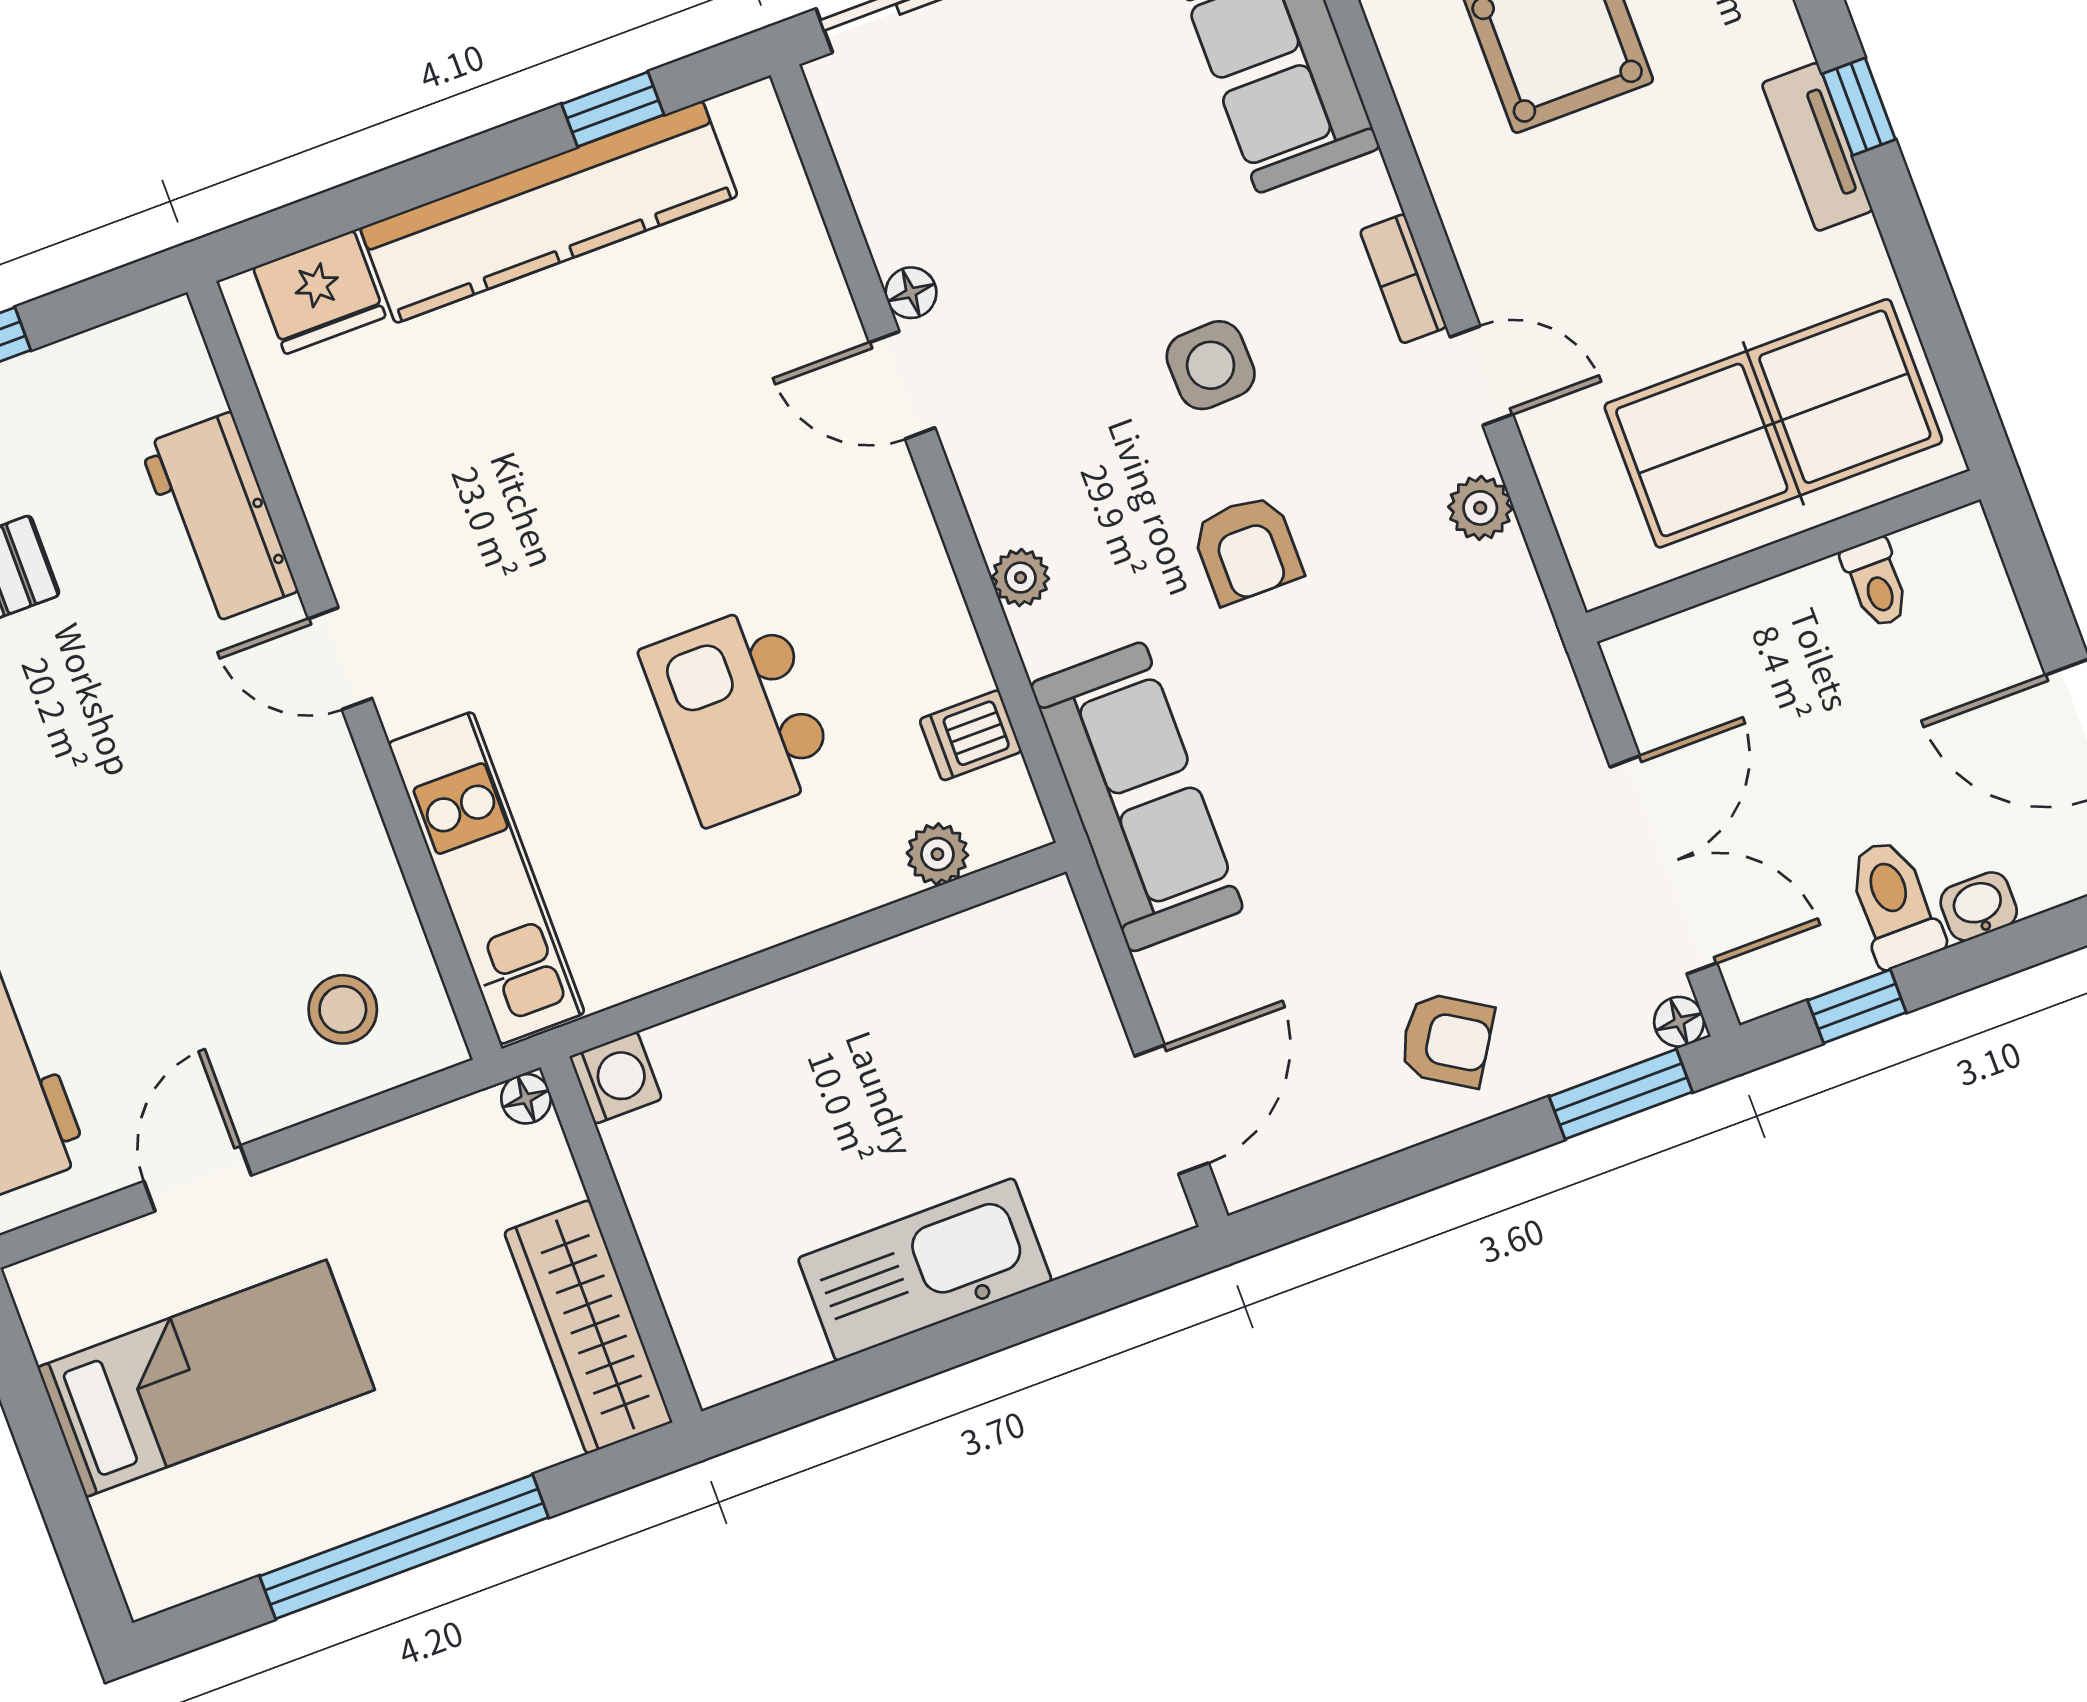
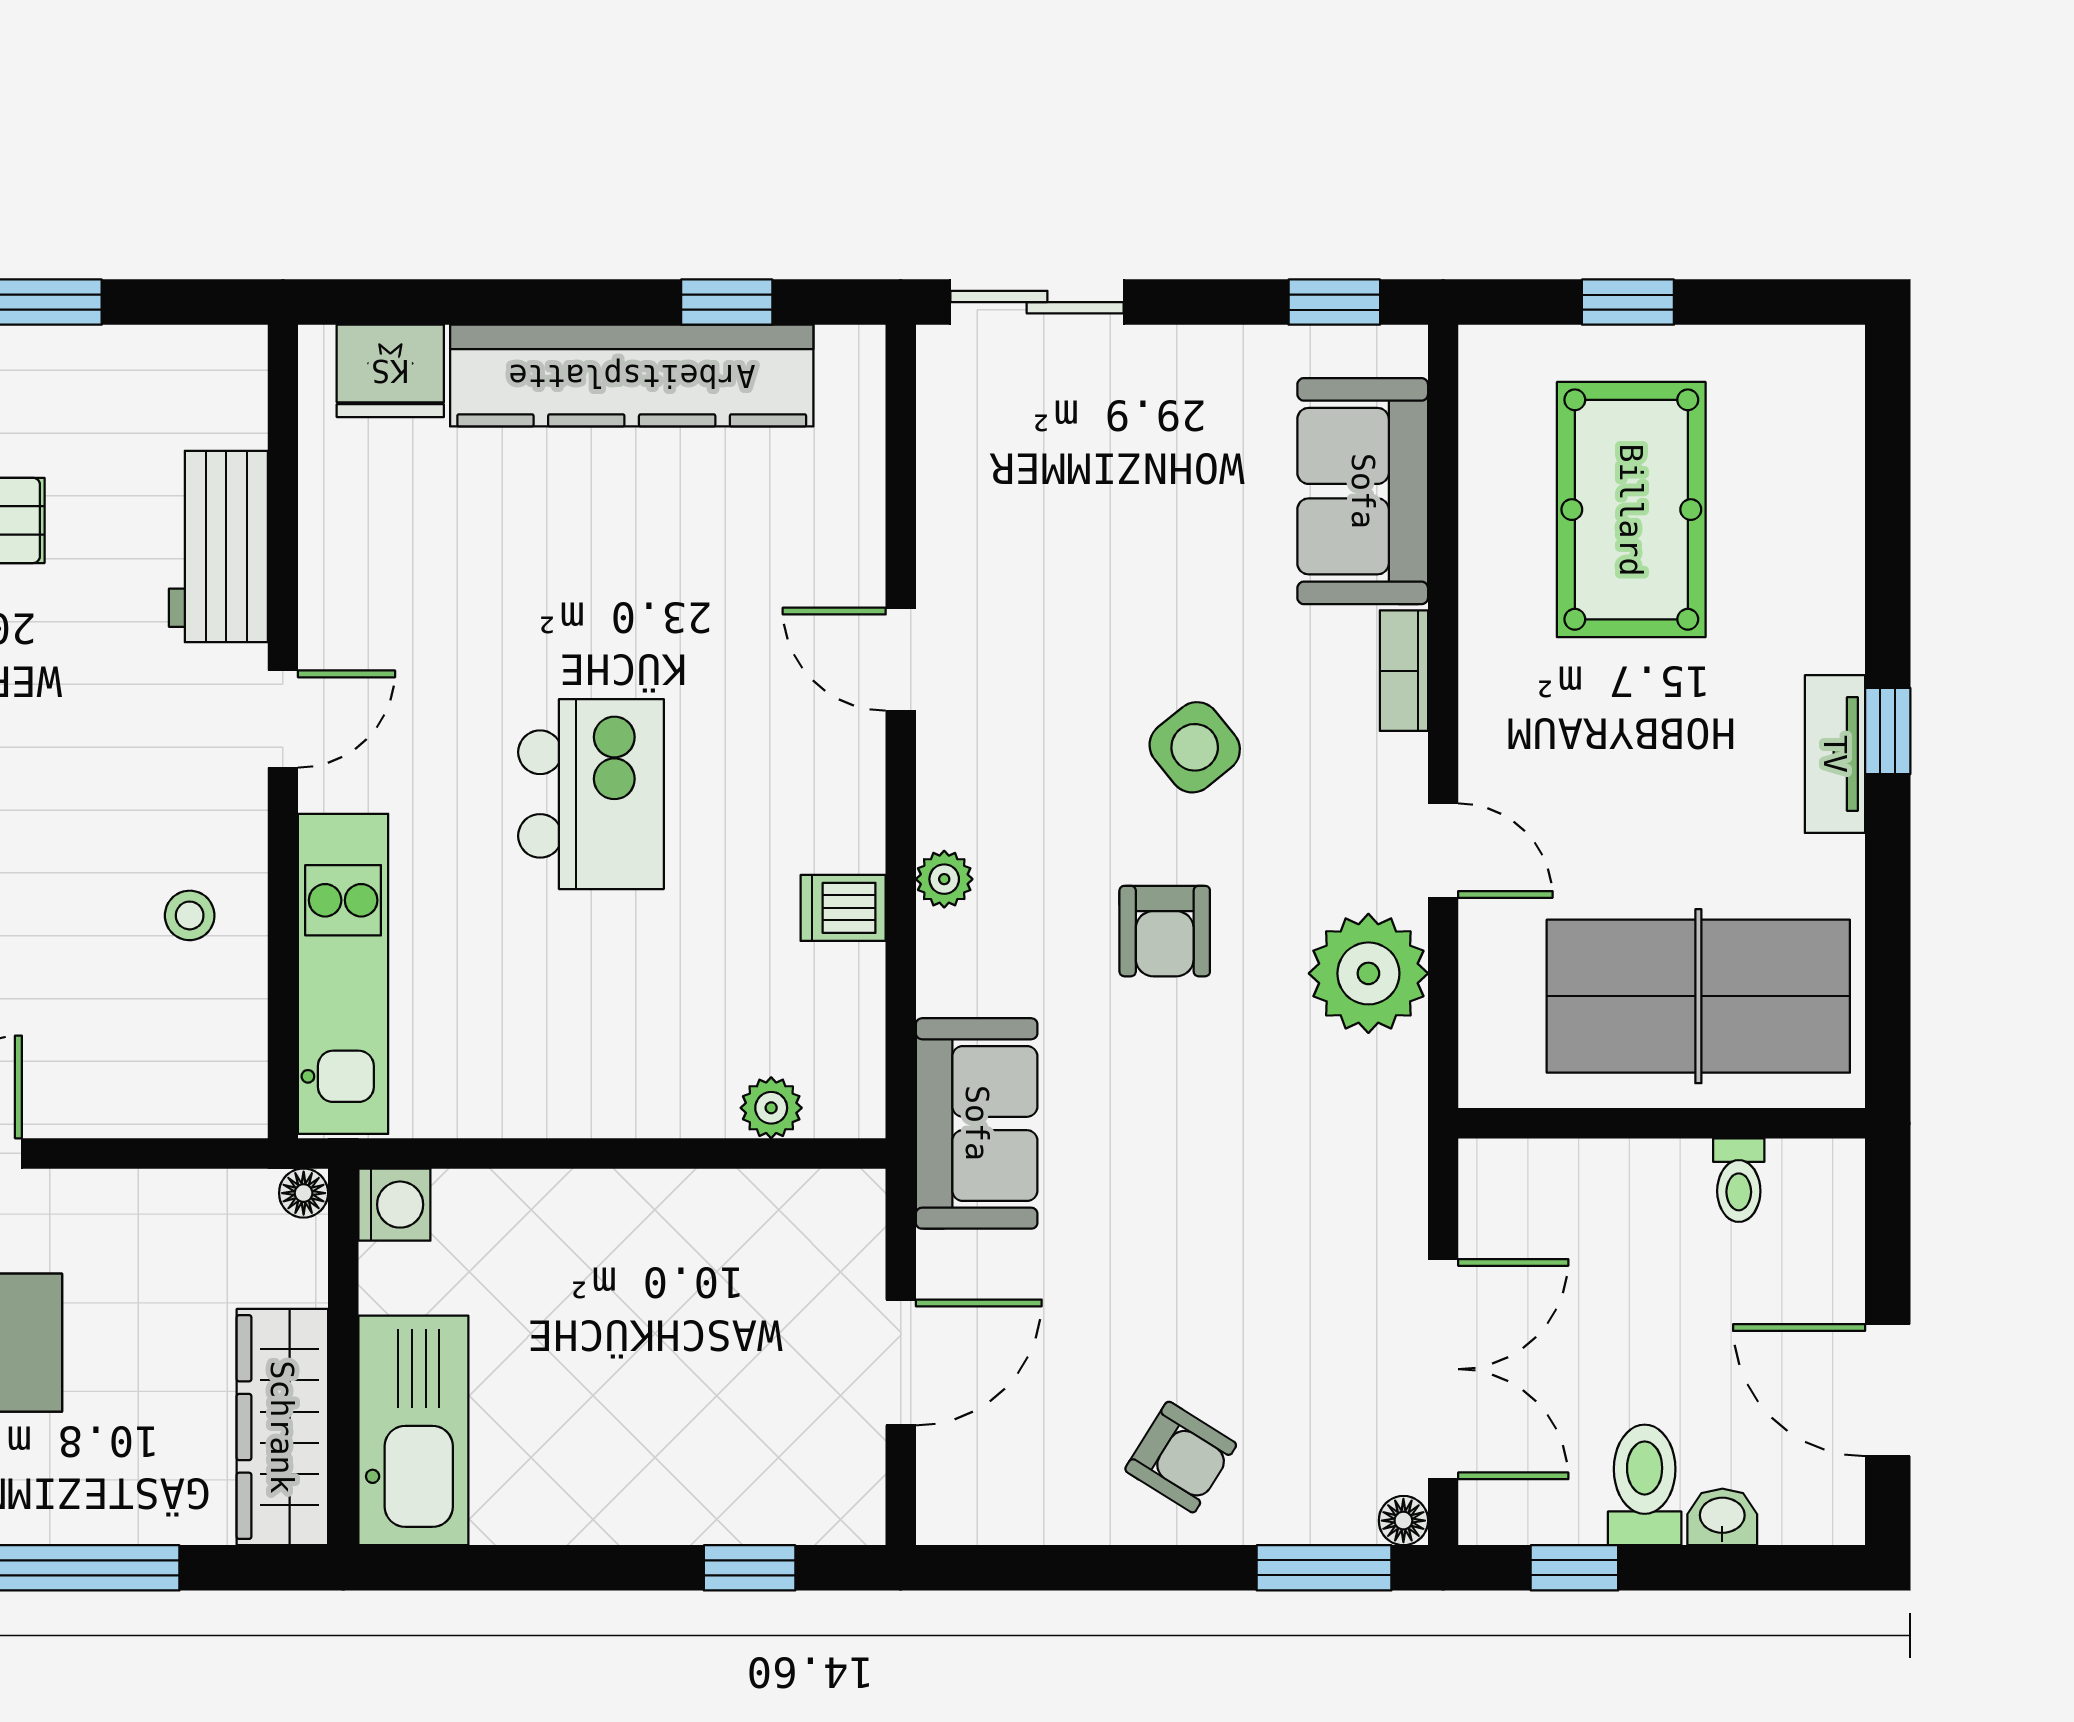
bookcase: (1403, 279) -> (1404, 671), moved
floor lamp: (911, 293) -> (941, 576), removed
side table: (1211, 365) -> (1195, 747), turned -37
plant: (1480, 508) -> (1368, 973), width x1.88, depth x1.88
door: (340, 659) -> (283, 719), swing flipped
kitchen island: (738, 715) -> (591, 794), moved, turned 180
dishwasher: (971, 735) -> (843, 908), moved
sofa: (1137, 797) -> (977, 1123), width x0.73
stool: (343, 1009) -> (190, 915), moved, width x0.73, depth x0.73
door: (1172, 1110) -> (901, 1362), moved
kitchen sink: (925, 1270) -> (413, 1430), moved, turned 90
window: (1079, 1296) -> (750, 1568), added

